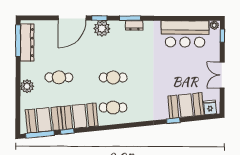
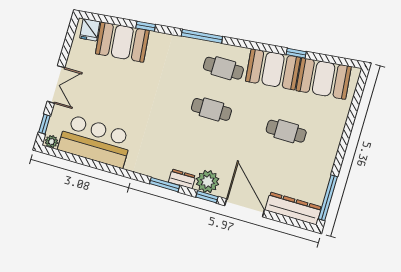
door: (72, 18) -> (245, 208), hinge flipped
dresser: (134, 25) -> (182, 179), moved
dresser: (27, 43) -> (293, 208), moved, turned 90
double door: (222, 75) -> (56, 84), moved
plant: (27, 86) -> (334, 131), removed
window: (40, 134) -> (202, 36), moved

